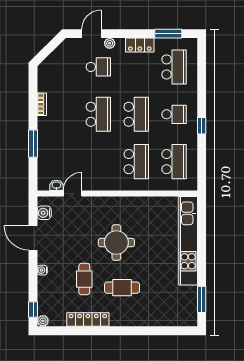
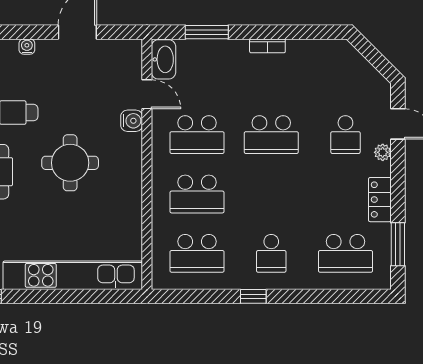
bookcase: (42, 104) -> (267, 46), moved
school desk: (136, 114) -> (197, 135), moved
window: (33, 144) -> (207, 32), moved
washbasin: (56, 185) -> (163, 59), width x1.91, depth x1.45
water cooler: (44, 213) -> (132, 121), moved, turned 90

